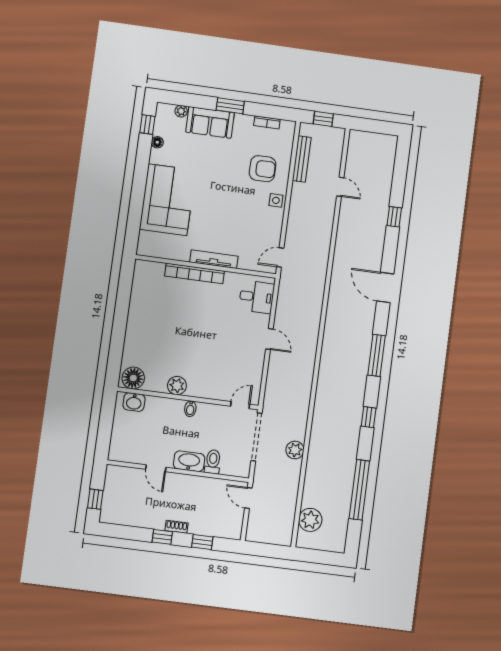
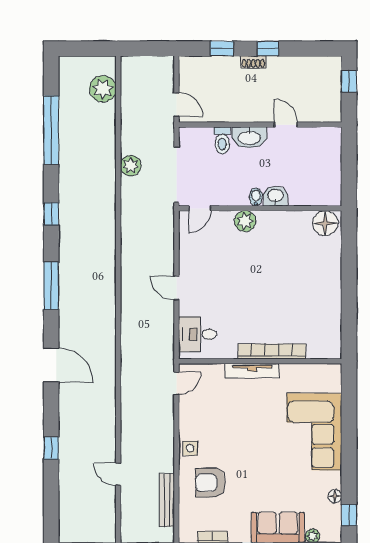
plant: (177, 386) -> (245, 221), moved
washbasin: (134, 402) -> (275, 196), moved

